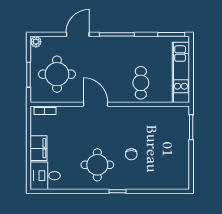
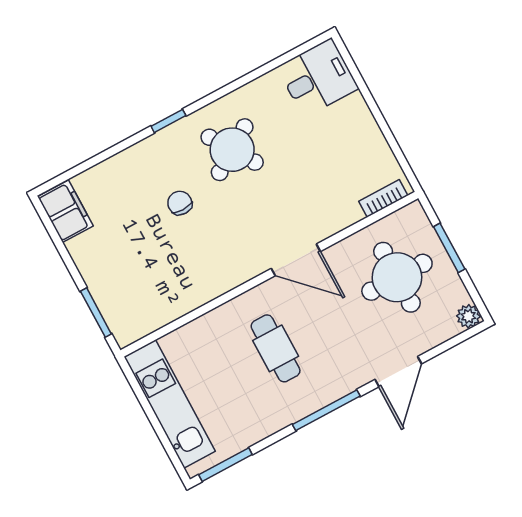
cafe table: (141, 83) -> (276, 348), moved
filing cabinet: (39, 148) -> (65, 211), moved, turned 180
round table: (97, 165) -> (232, 150), turned -33

